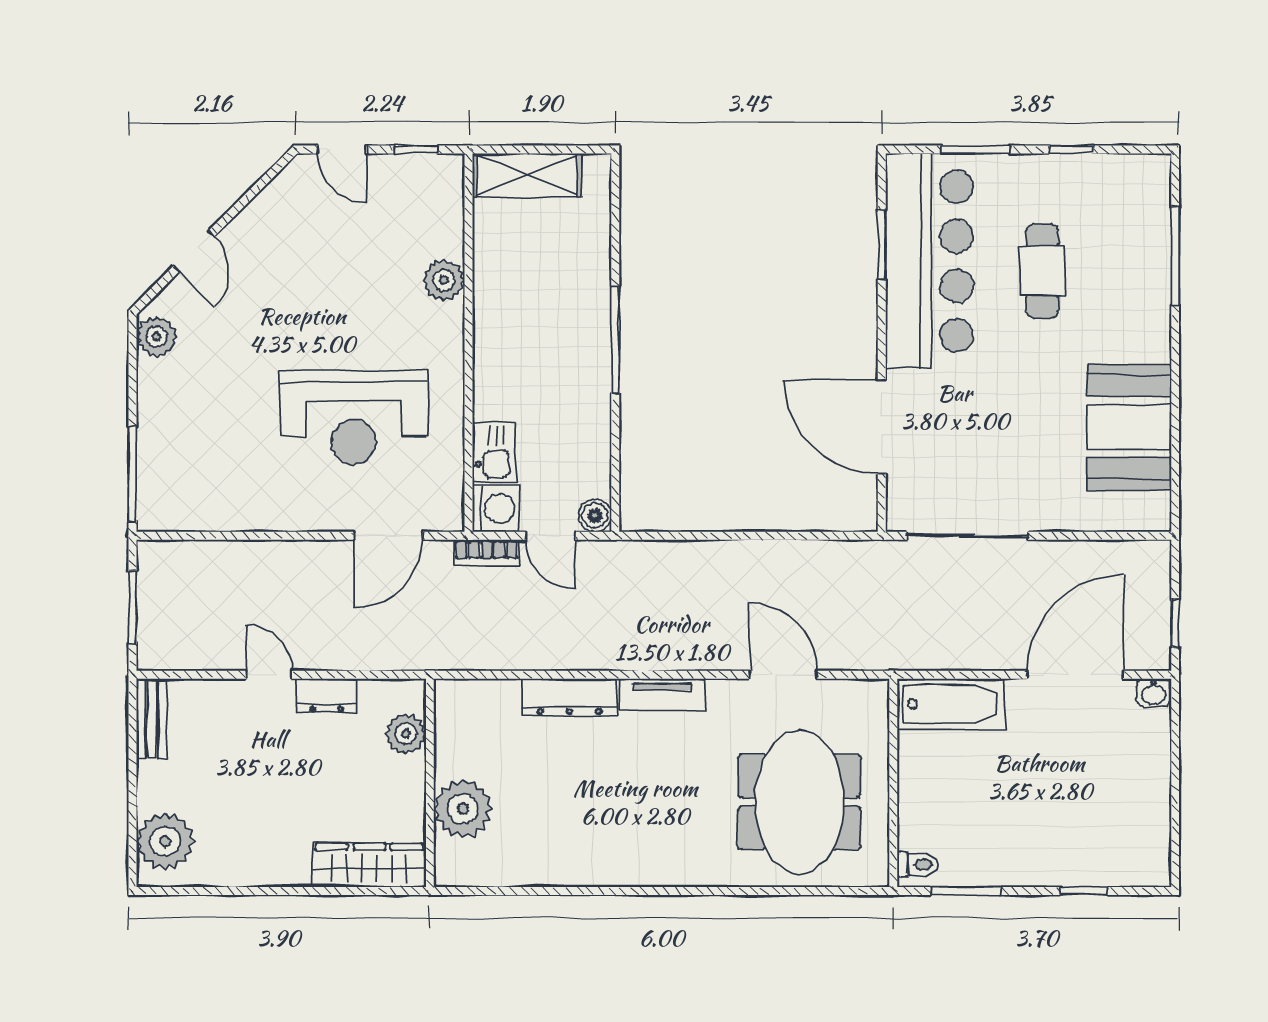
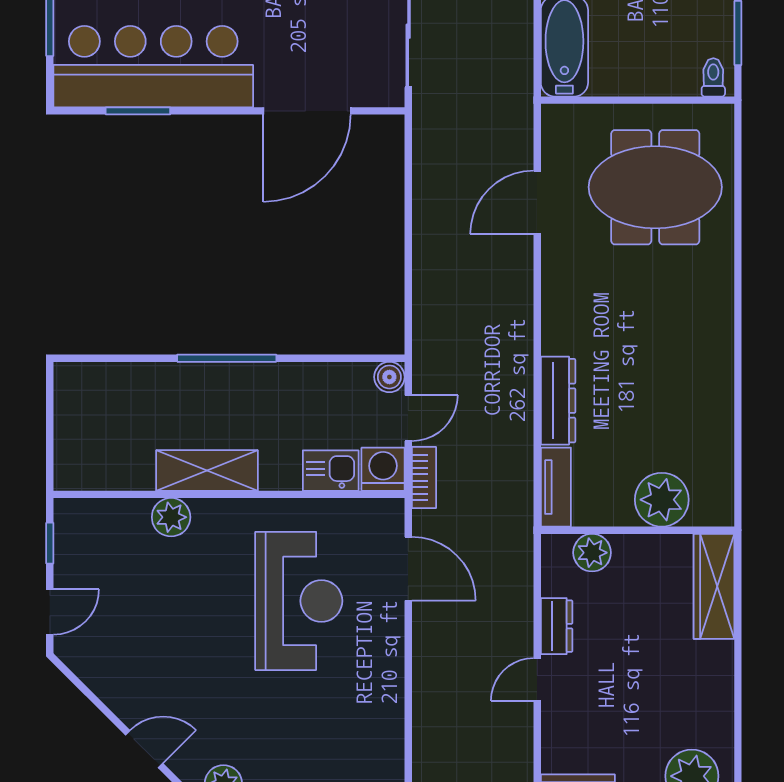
shelving: (527, 175) -> (207, 470), moved, turned 90
tv unit: (663, 695) -> (556, 487), moved

